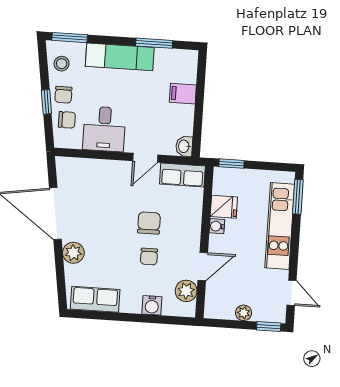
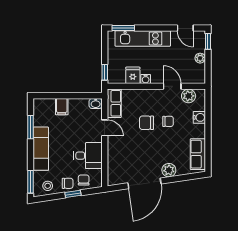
door: (292, 293) -> (185, 28), swing flipped

